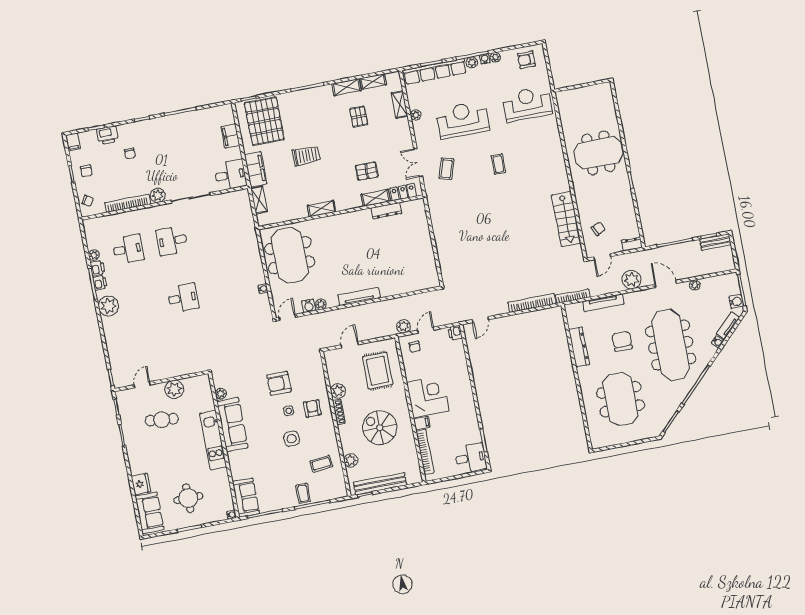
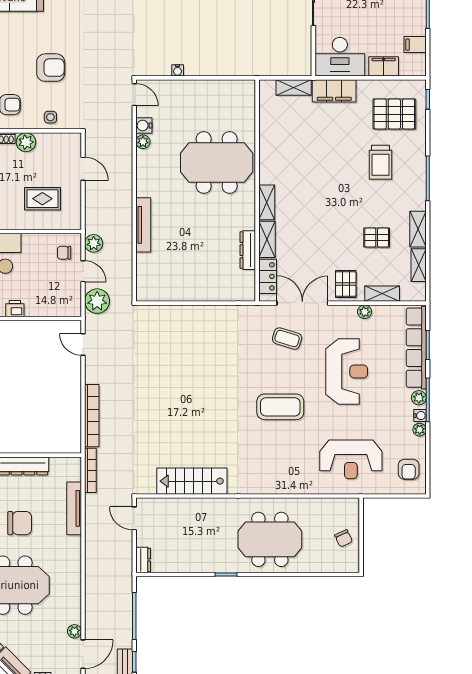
armchair: (526, 60) -> (409, 469), turned 180
reception desk: (527, 104) -> (351, 459), turned 90
filing cabinet: (210, 116) -> (415, 45), added
pallet: (264, 121) -> (394, 114), width x0.73, depth x0.71
meeting table: (598, 153) -> (270, 539), turned 90
trolley: (306, 156) -> (380, 162), moved
double door: (418, 162) -> (302, 303), width x1.37
coffee table: (498, 164) -> (280, 407), width x1.86, depth x1.72
pallet: (367, 171) -> (346, 284), moved
desk: (230, 175) -> (340, 57), width x1.37
shelving: (321, 209) -> (267, 202), moved
chair: (598, 229) -> (344, 538), moved
meeting table: (290, 255) -> (217, 162), moved
plant: (631, 280) -> (97, 301), moved
door: (666, 284) -> (83, 654), moved
tv unit: (359, 297) -> (143, 225), moved
printer: (455, 333) -> (15, 309), moved
rug: (378, 371) -> (42, 199), width x0.73, depth x0.70
armchair: (279, 383) -> (51, 68), turned 90
side table: (289, 411) -> (50, 117), moved

